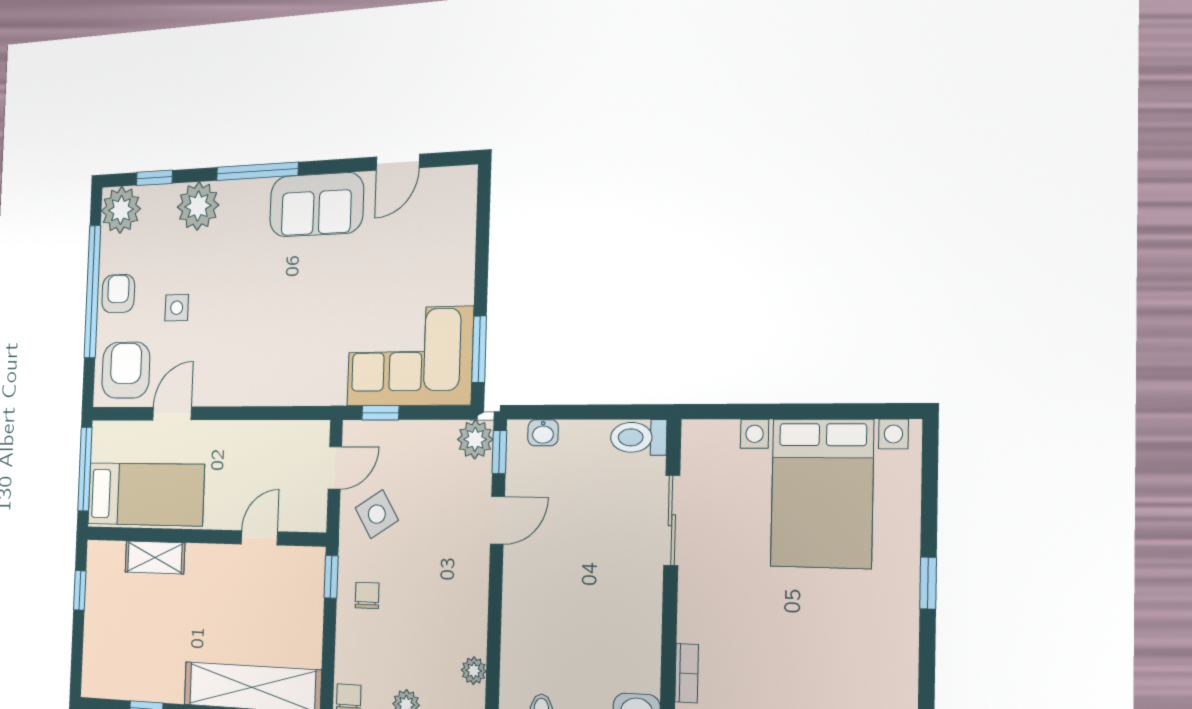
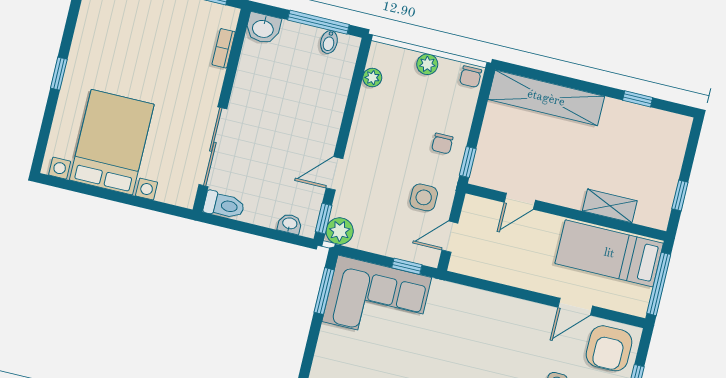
side table: (377, 514) -> (424, 197), turned 32
sliding door: (672, 520) -> (213, 147), width x1.37

